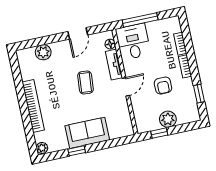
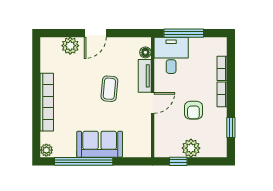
door: (78, 33) -> (95, 33), moved
window: (77, 151) -> (84, 161), width x3.17

